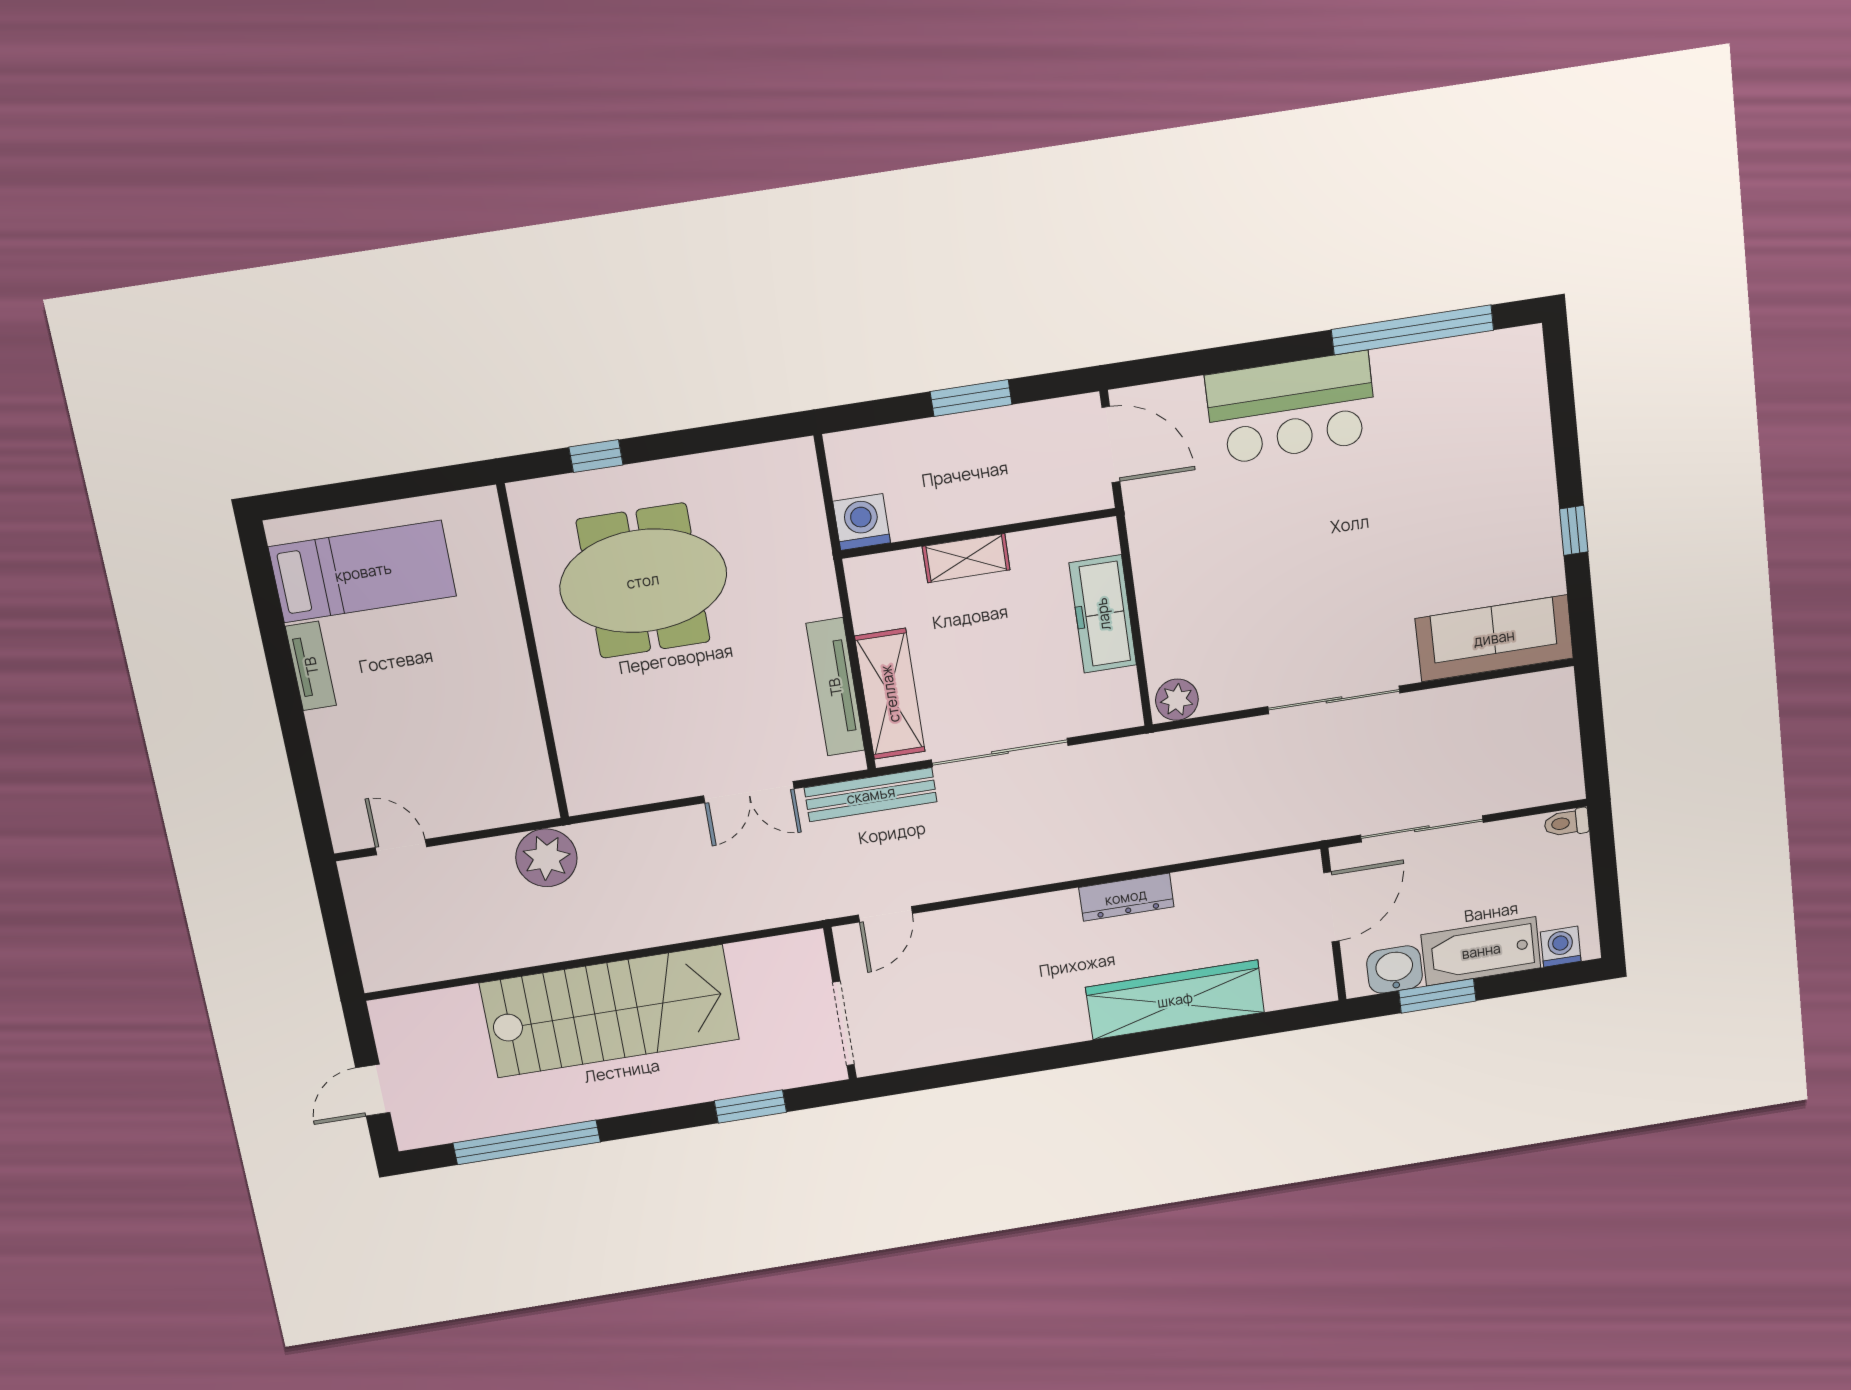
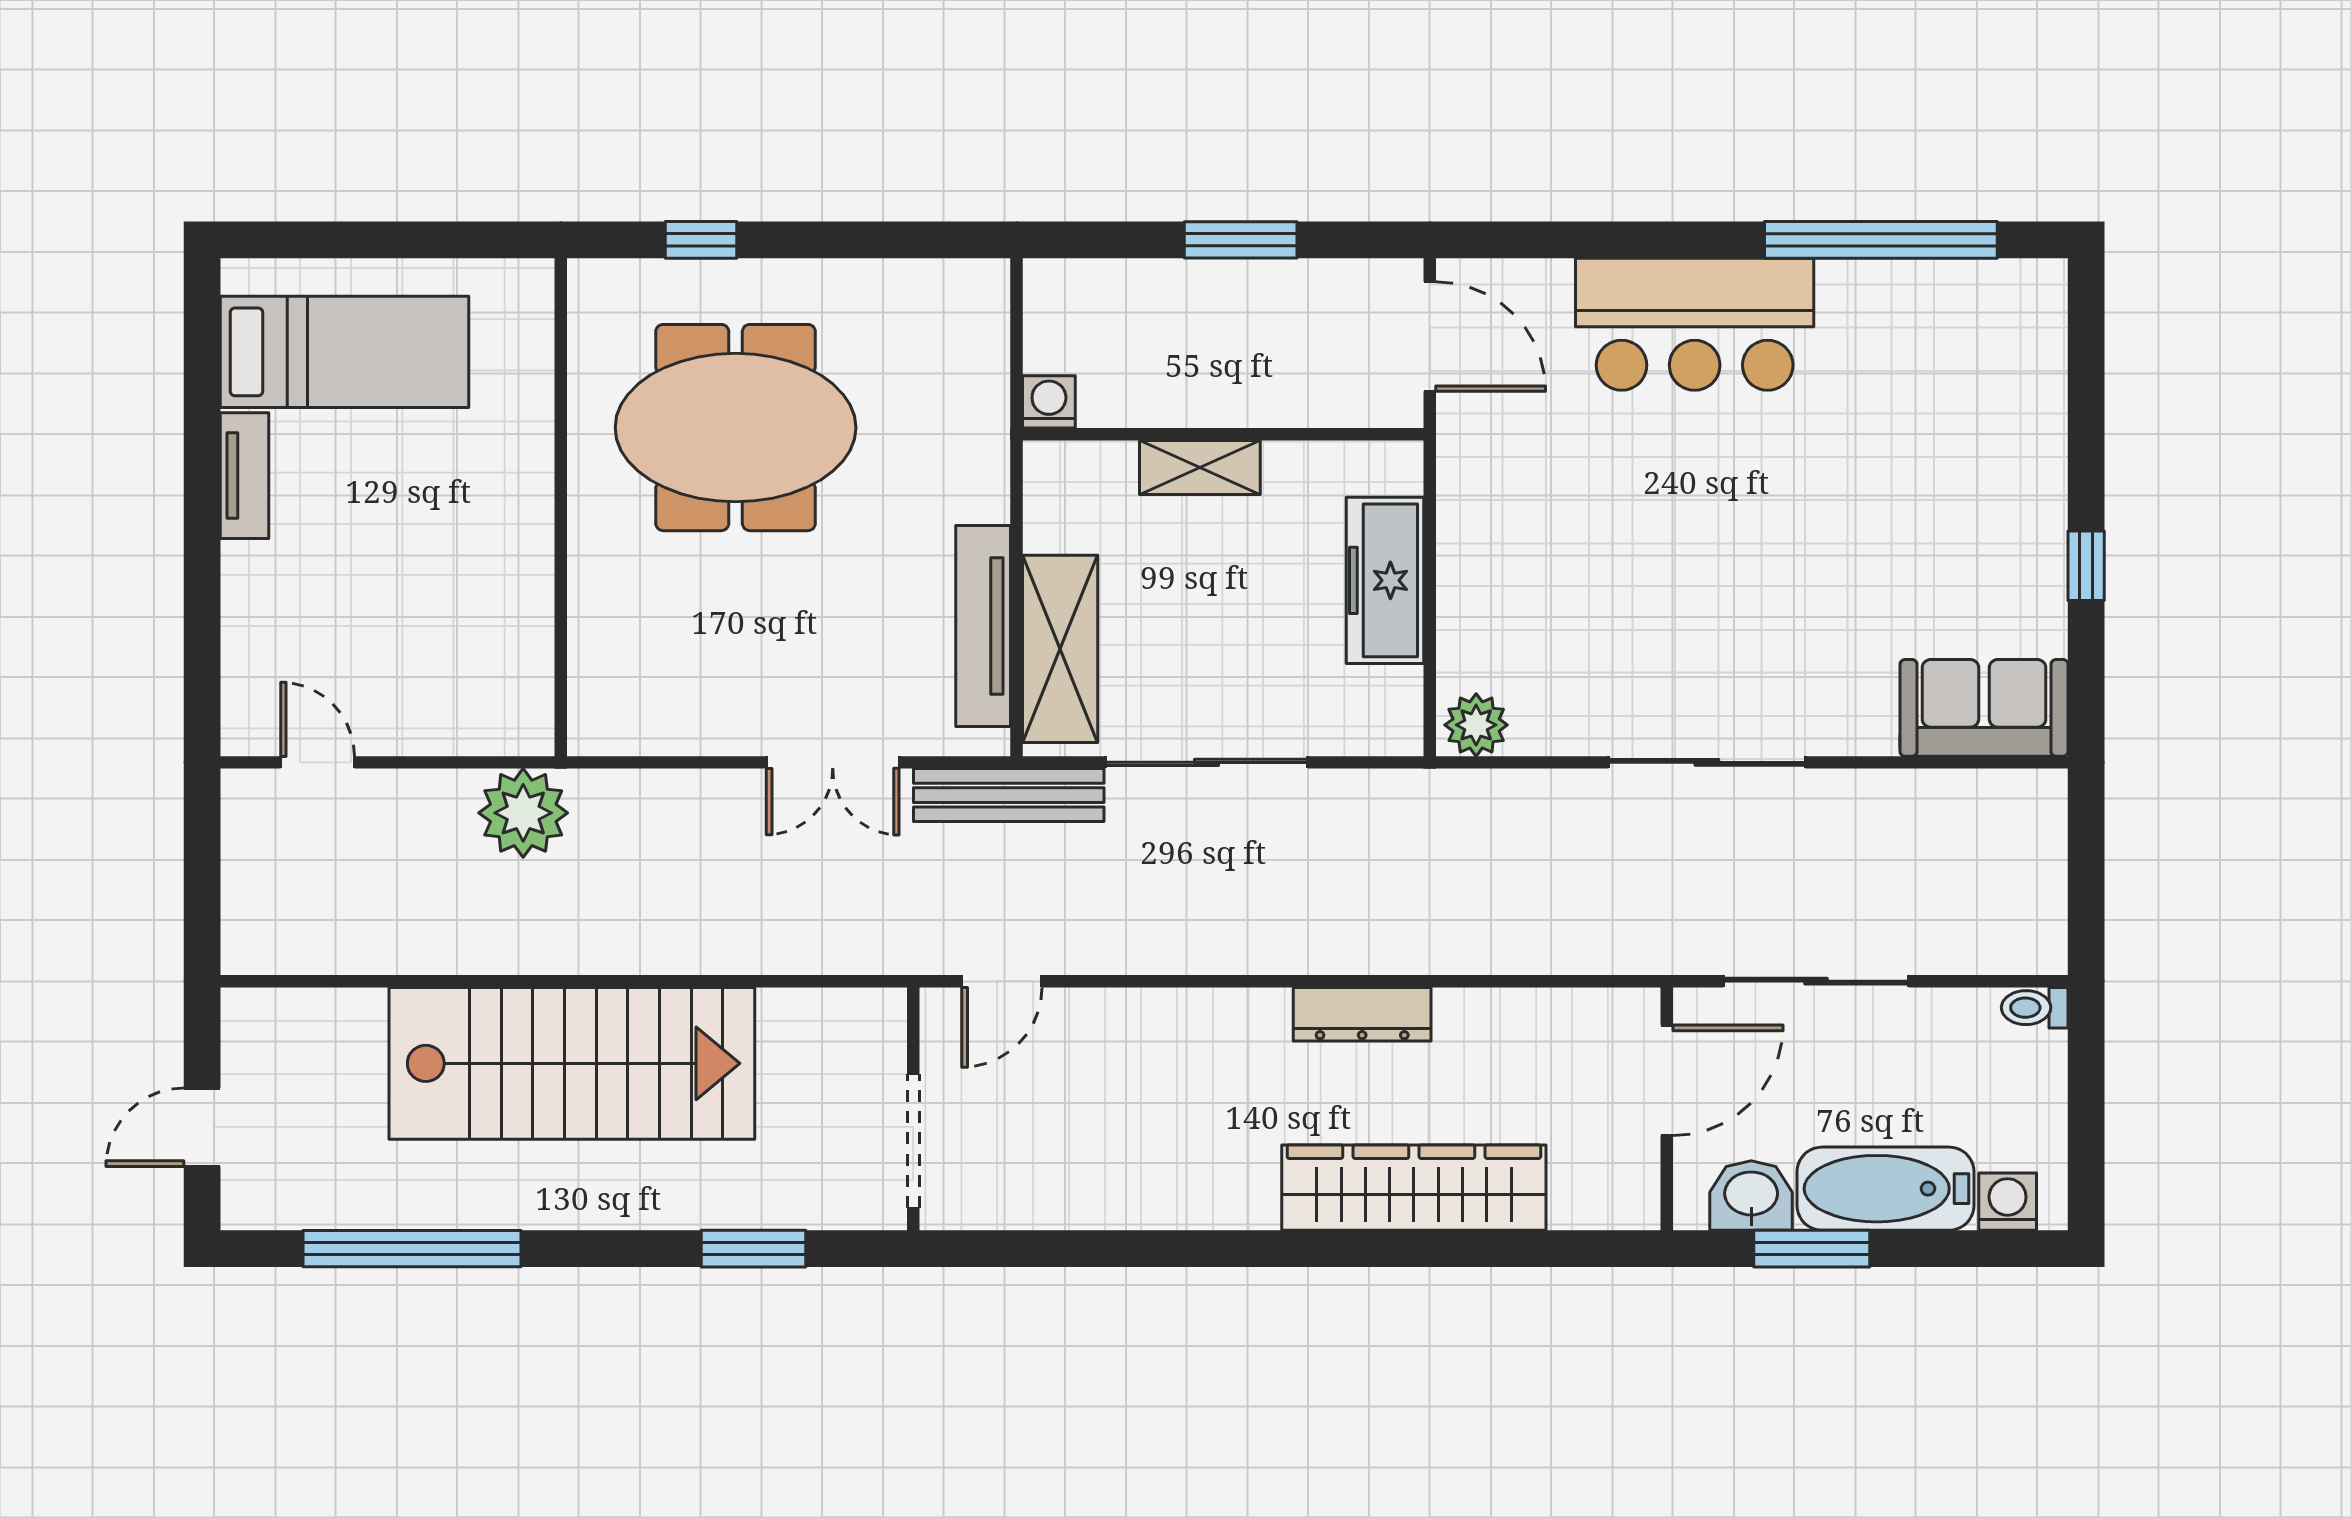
washing machine: (862, 522) -> (1049, 402), width x0.73, depth x0.73
sofa: (1494, 638) -> (1984, 708), width x0.73

